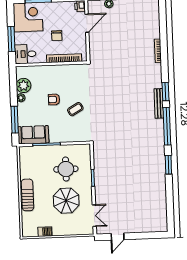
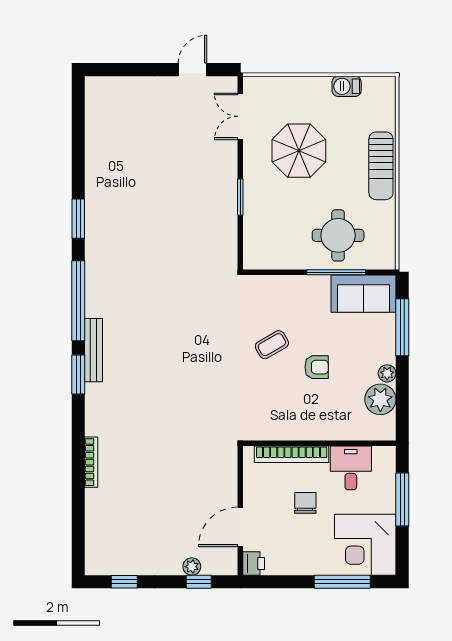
desk: (25, 54) -> (351, 468), moved, turned -90
round table: (66, 169) -> (338, 235), moved

